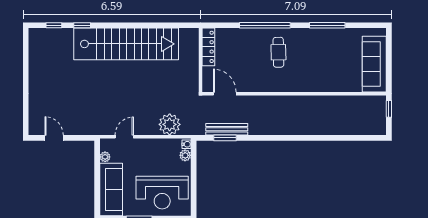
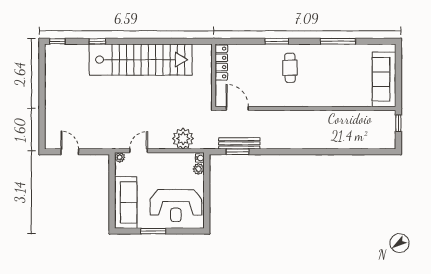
window: (54, 25) -> (57, 41), moved
window: (265, 25) -> (277, 41), width x0.47
plant: (105, 157) -> (120, 157), moved

